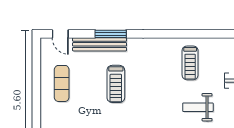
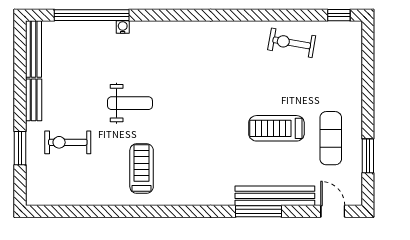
window: (36, 71) -> (368, 156), added
treadmill: (116, 84) -> (276, 128), moved, turned -90

